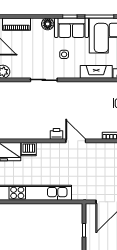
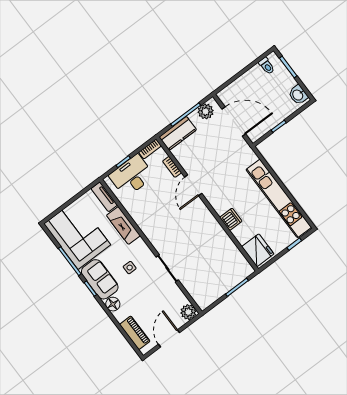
printer: (56, 134) -> (209, 219), removed
door: (76, 141) -> (193, 185), moved
dishwasher: (29, 149) -> (231, 219), moved

